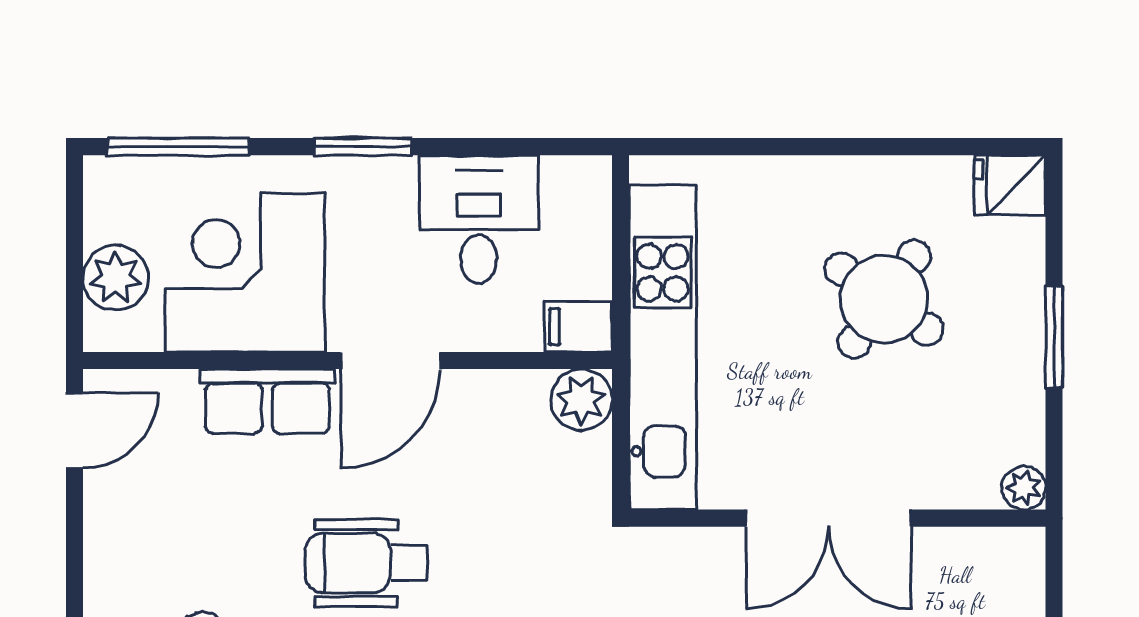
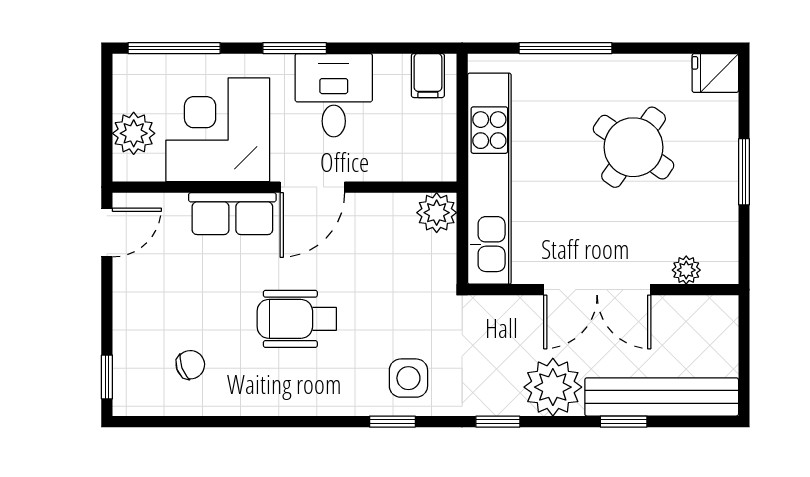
window: (780, 147) -> (565, 48), added
desk: (479, 219) -> (334, 95), moved
filing cabinet: (578, 327) -> (428, 76), moved, turned -90
plant: (1024, 488) -> (686, 270), moved

